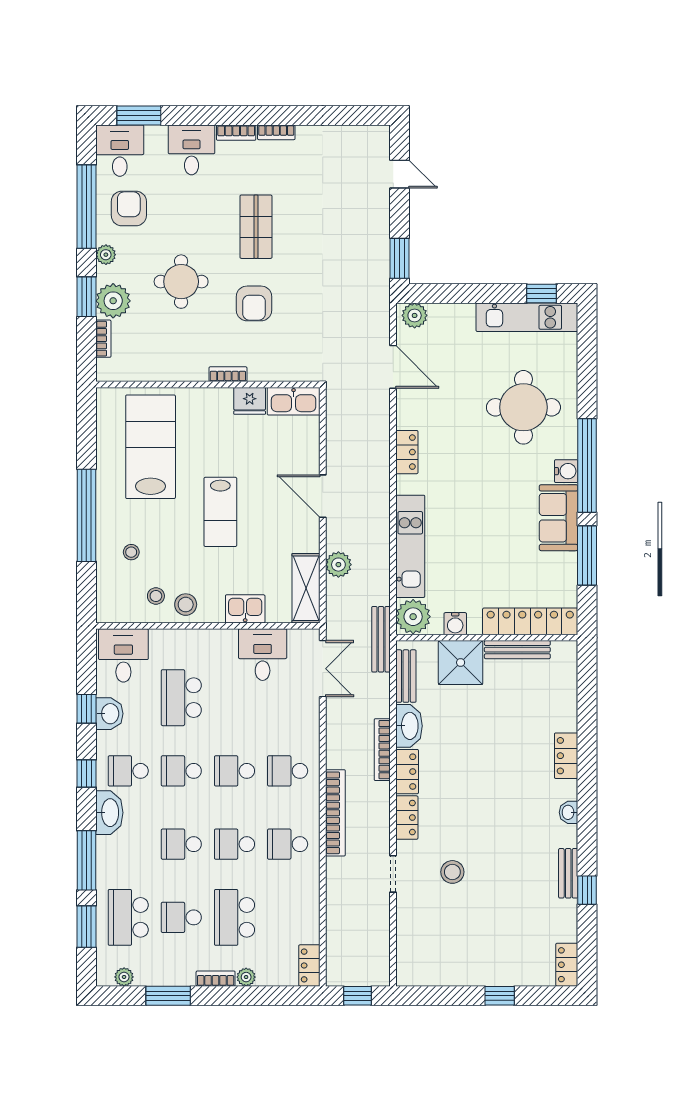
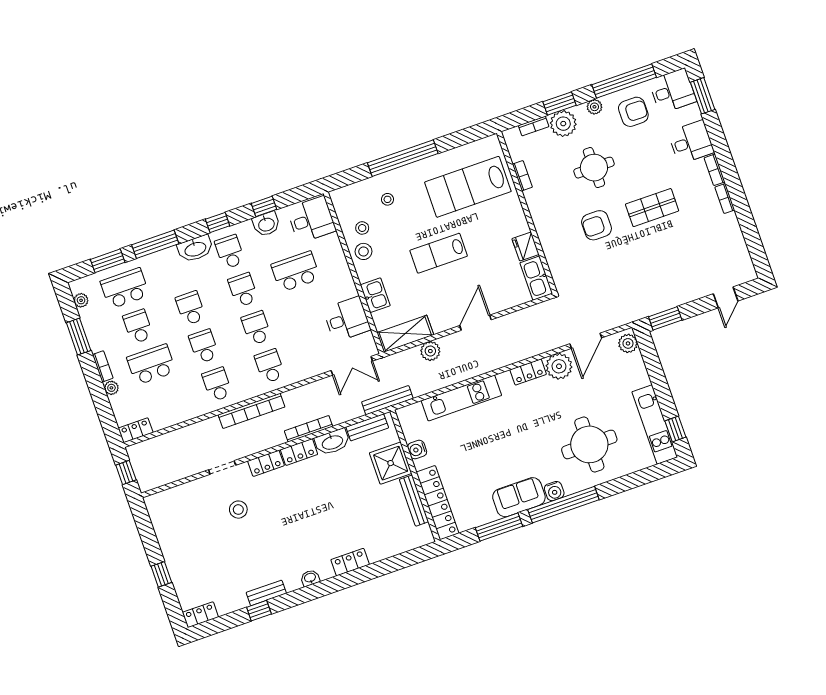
bookcase: (228, 374) -> (522, 176), moved
lab bench: (151, 447) -> (468, 187), turned 180
plant: (413, 617) -> (559, 366), moved

